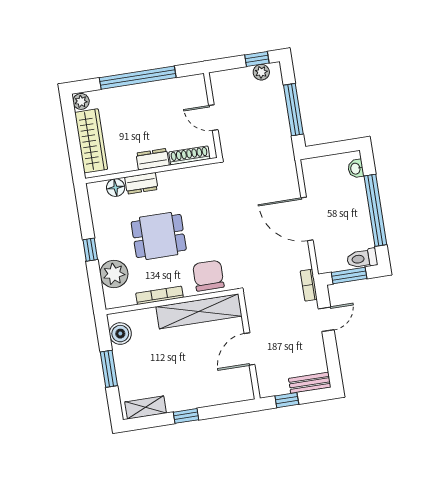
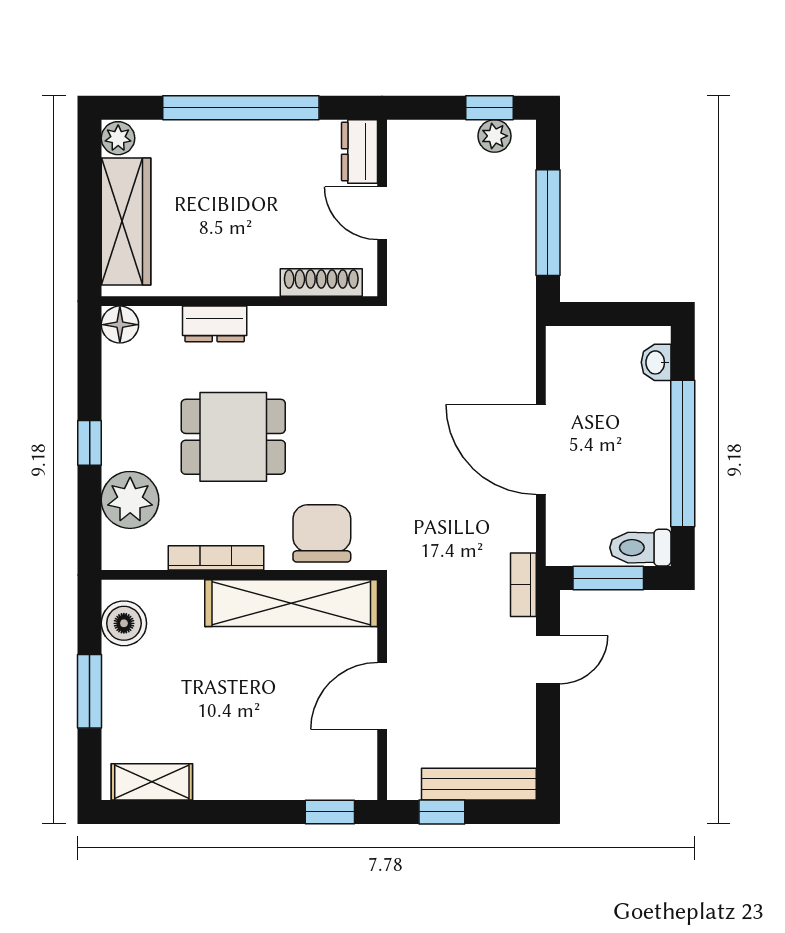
dresser: (153, 159) -> (359, 152), moved, turned -90
floor lamp: (116, 188) -> (120, 325), moved
bench: (310, 383) -> (479, 784), width x1.36
window: (186, 416) -> (330, 812), moved

